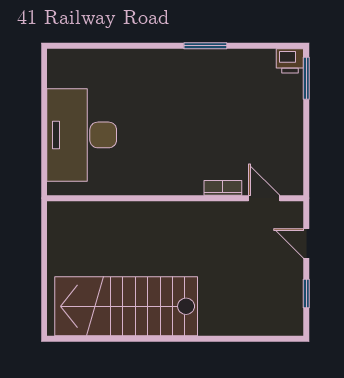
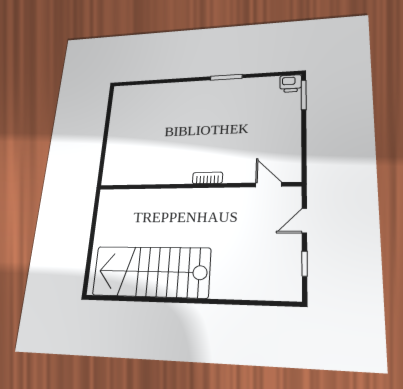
desk: (82, 135) -> (131, 142), removed
bookcase: (223, 188) -> (208, 178), moved
door: (306, 243) -> (304, 221), hinge flipped

